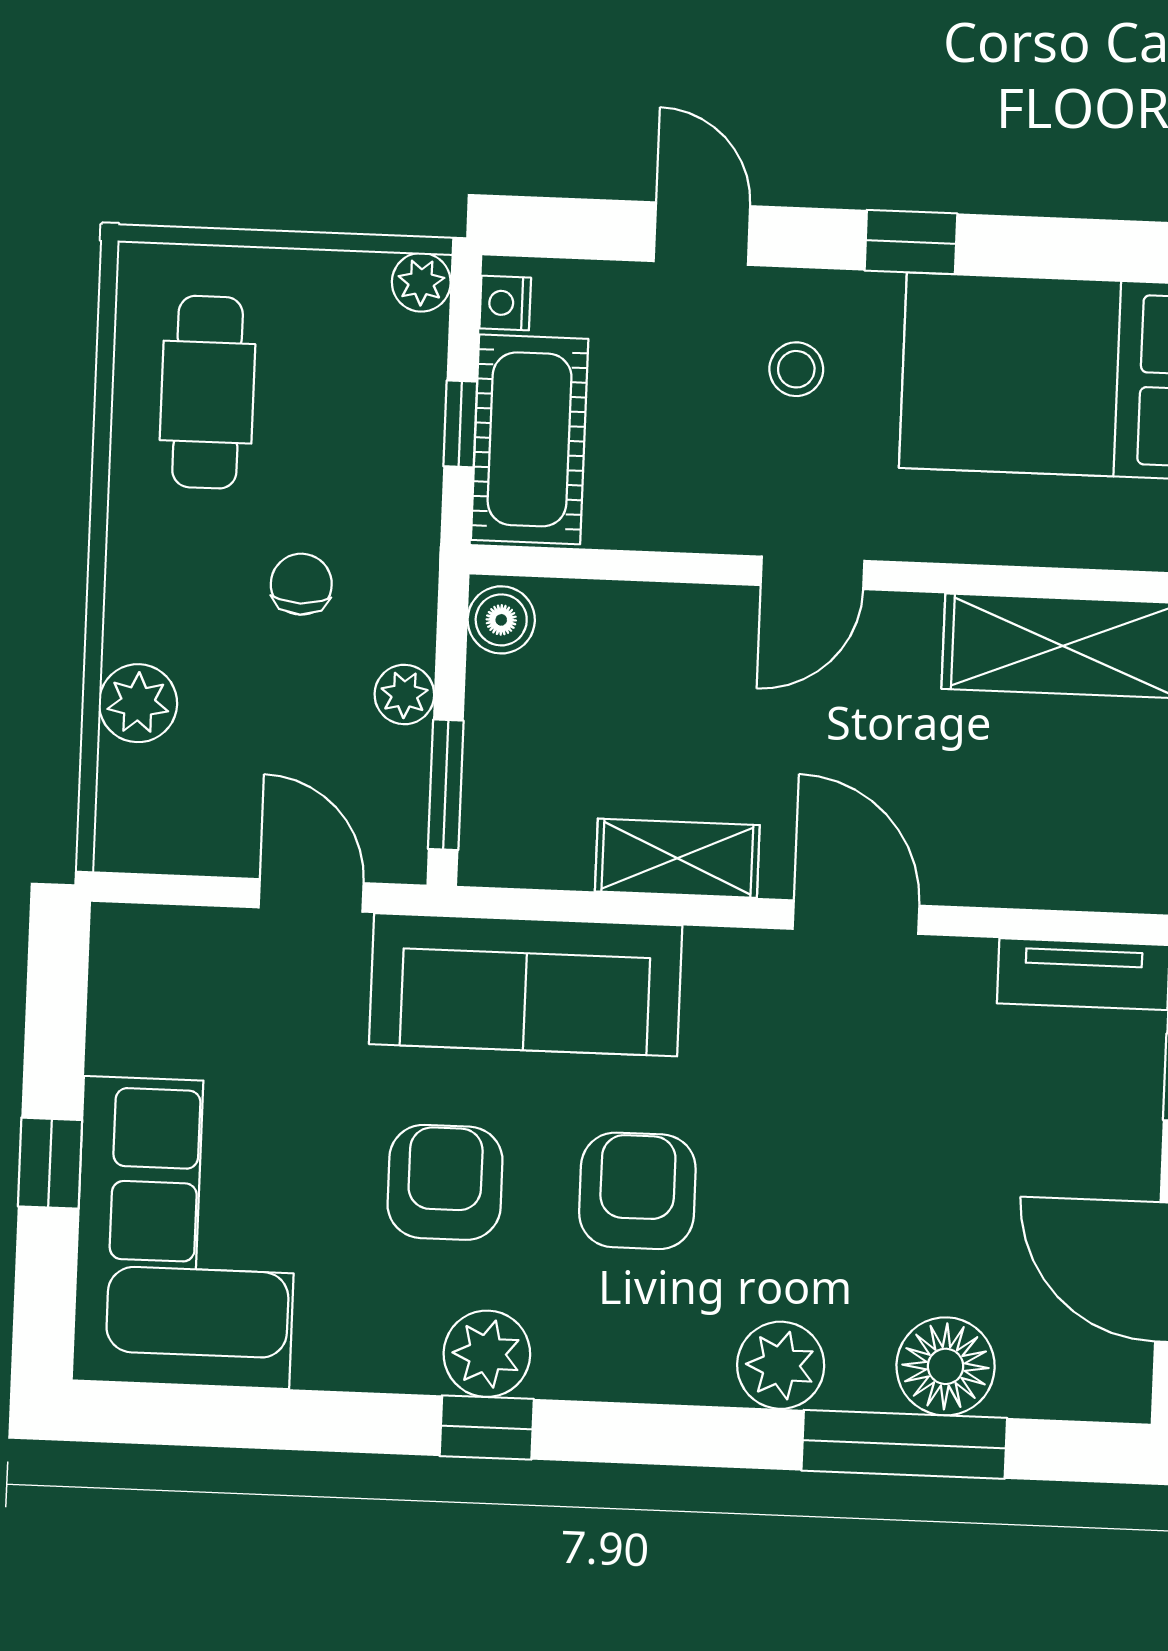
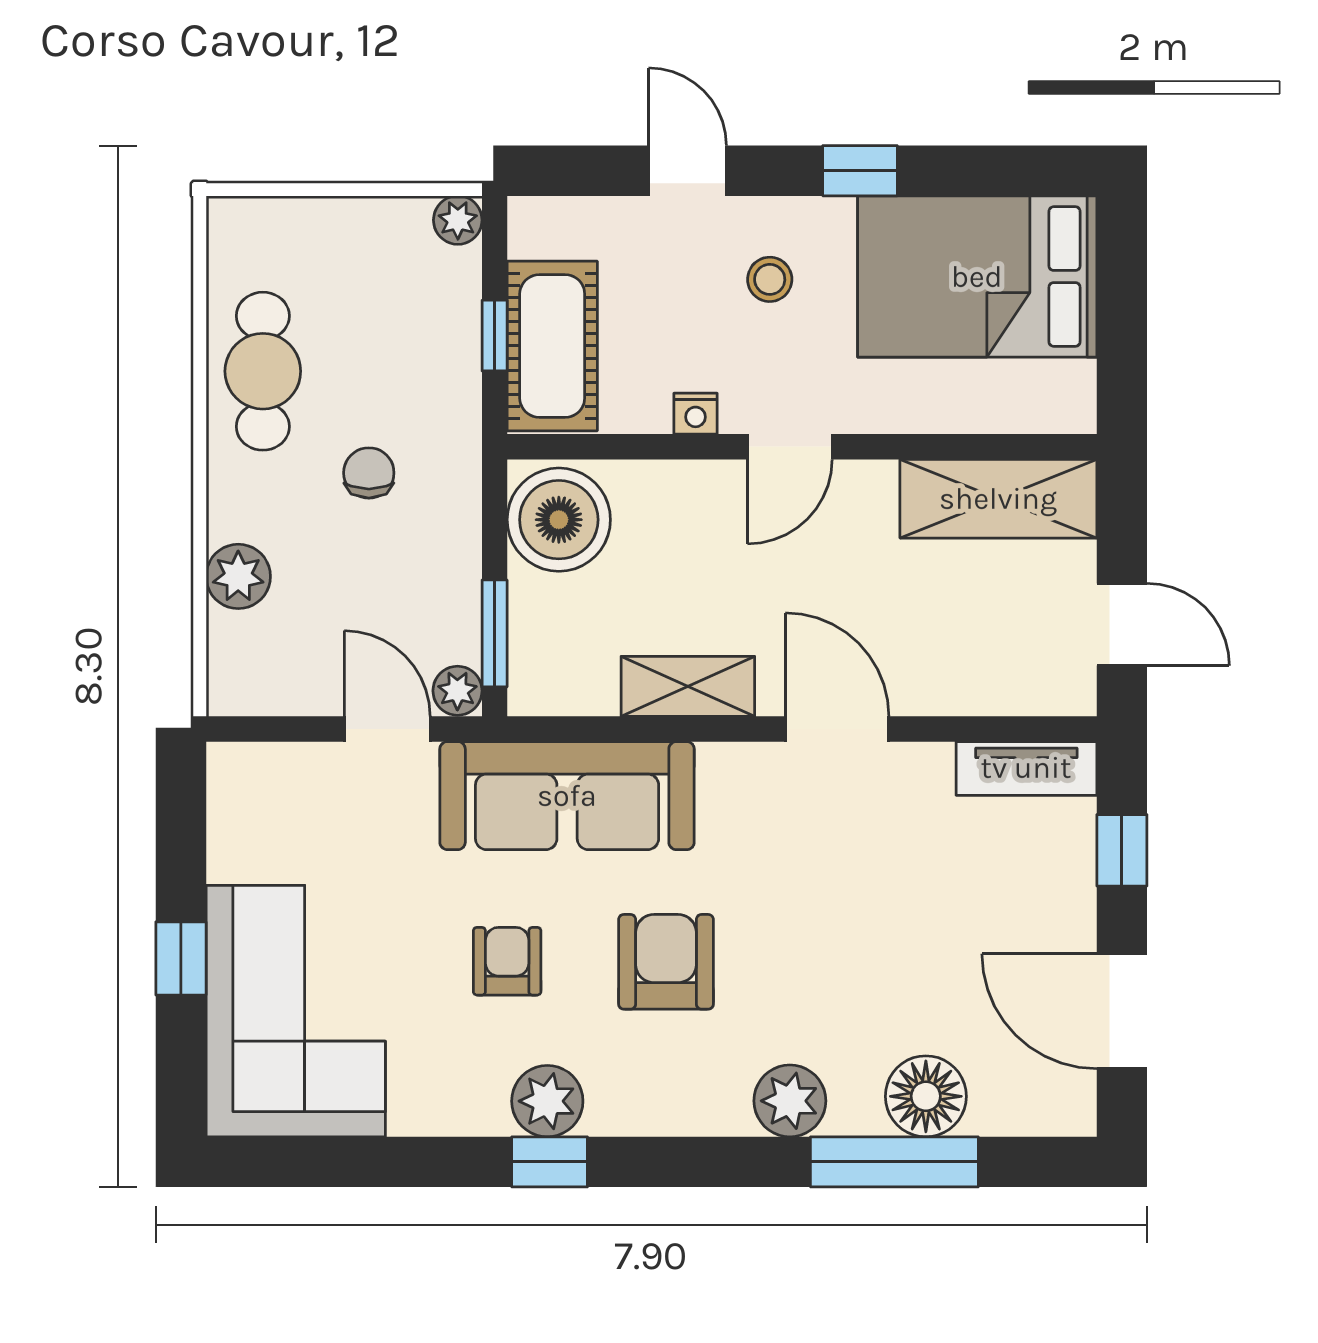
nightstand: (505, 303) -> (696, 414), moved, turned -90
cafe table: (208, 392) -> (263, 371), moved
boiler: (501, 620) -> (559, 520), width x1.86, depth x1.86
plant: (404, 694) -> (457, 691), moved
armchair: (445, 1182) -> (507, 961), width x0.72, depth x0.72

